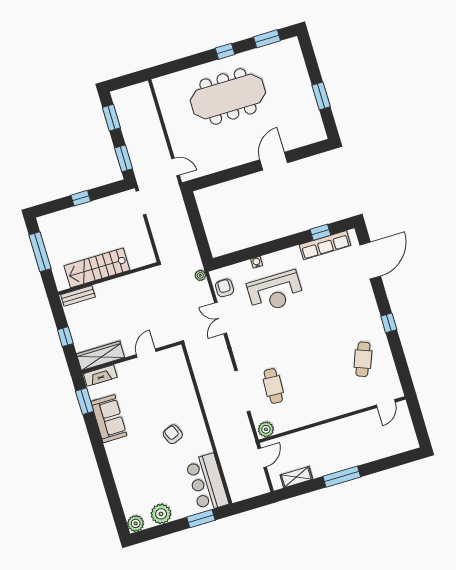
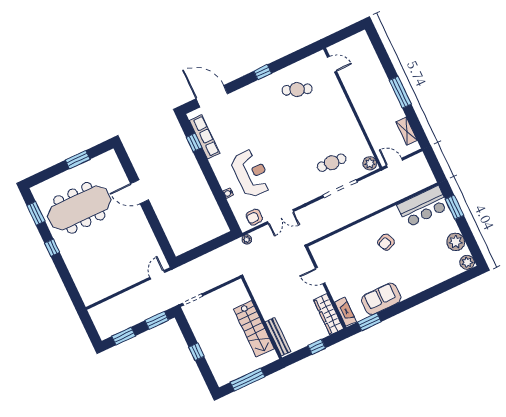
meeting table: (228, 96) -> (79, 208), moved, turned 90
bench: (78, 296) -> (278, 337), width x1.36

